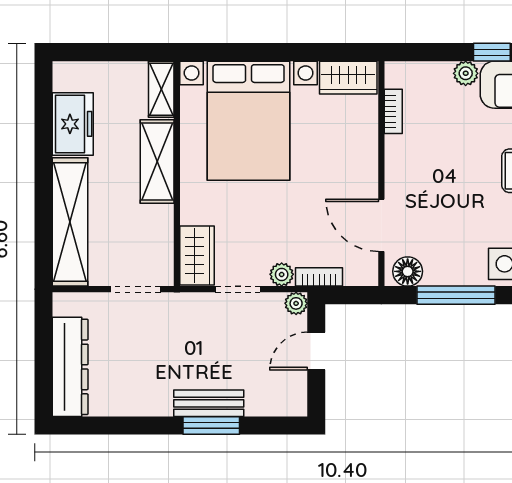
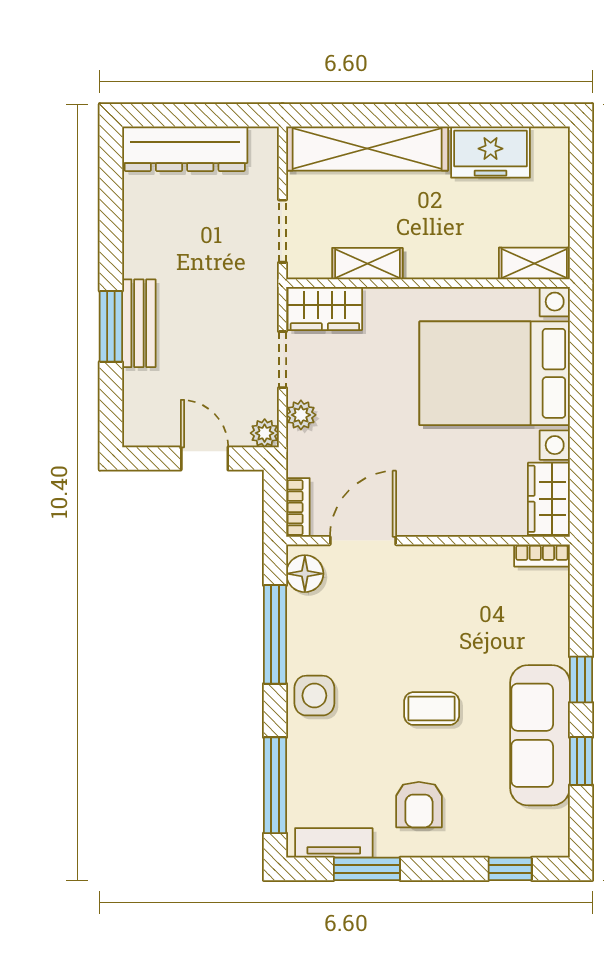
plant: (466, 73) -> (554, 647), removed
bookcase: (393, 111) -> (542, 555), moved
shelving: (157, 162) -> (367, 264), moved, width x0.67, depth x0.75
bookcase: (319, 277) -> (298, 507), moved

